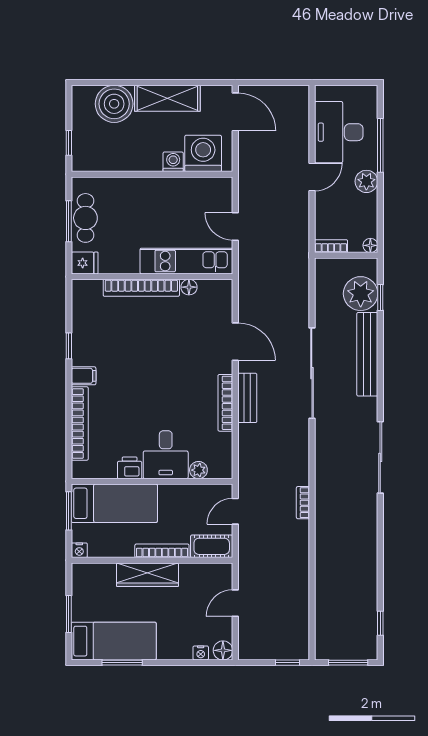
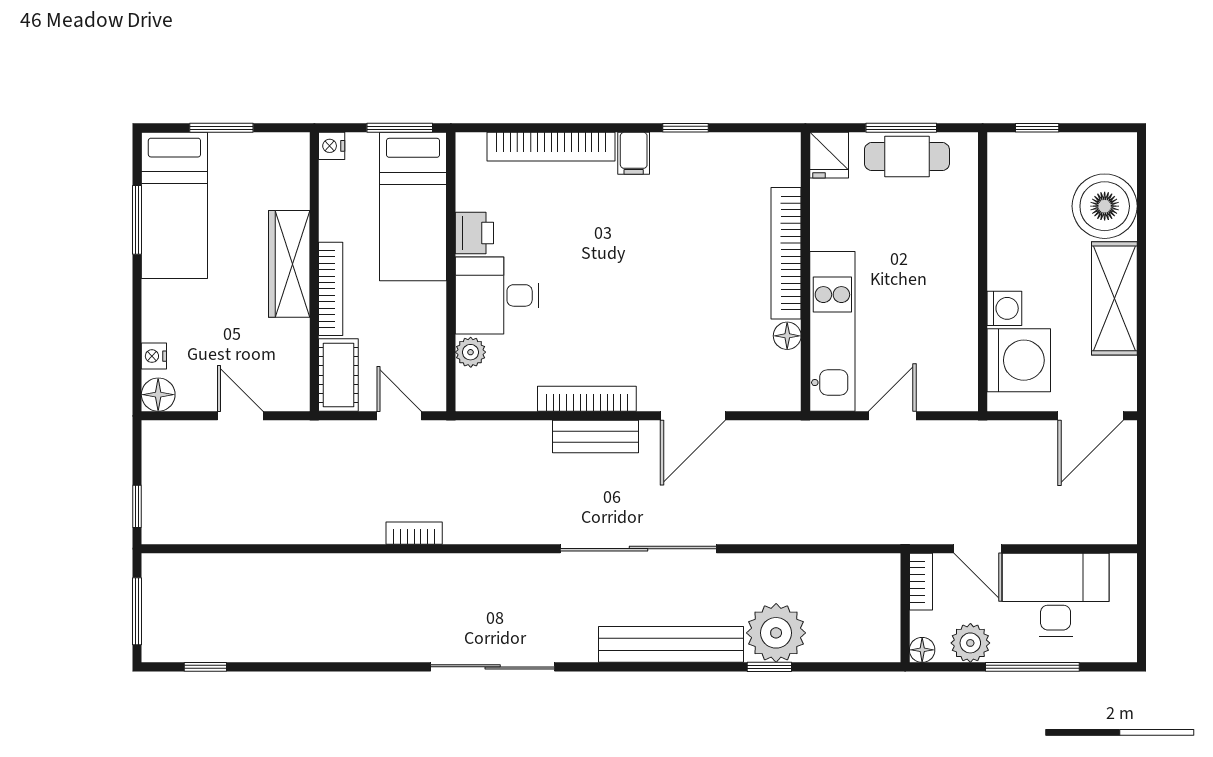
floor lamp: (370, 245) -> (922, 650), moved
bookcase: (331, 246) -> (921, 582), moved
wall: (346, 255) -> (905, 608), moved

